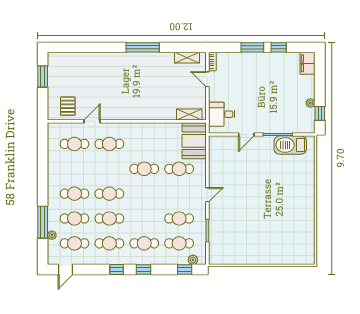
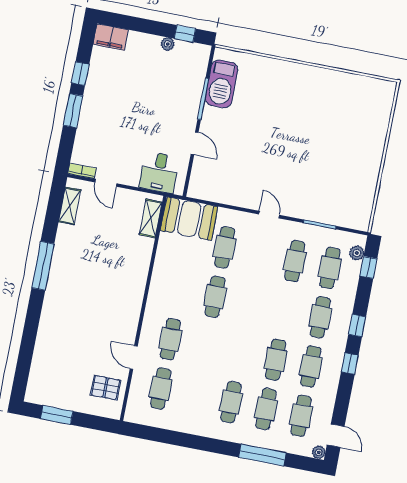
door: (207, 79) -> (106, 183), hinge flipped
cafe table: (109, 194) -> (241, 353), removed
plant: (52, 235) -> (319, 452), moved

